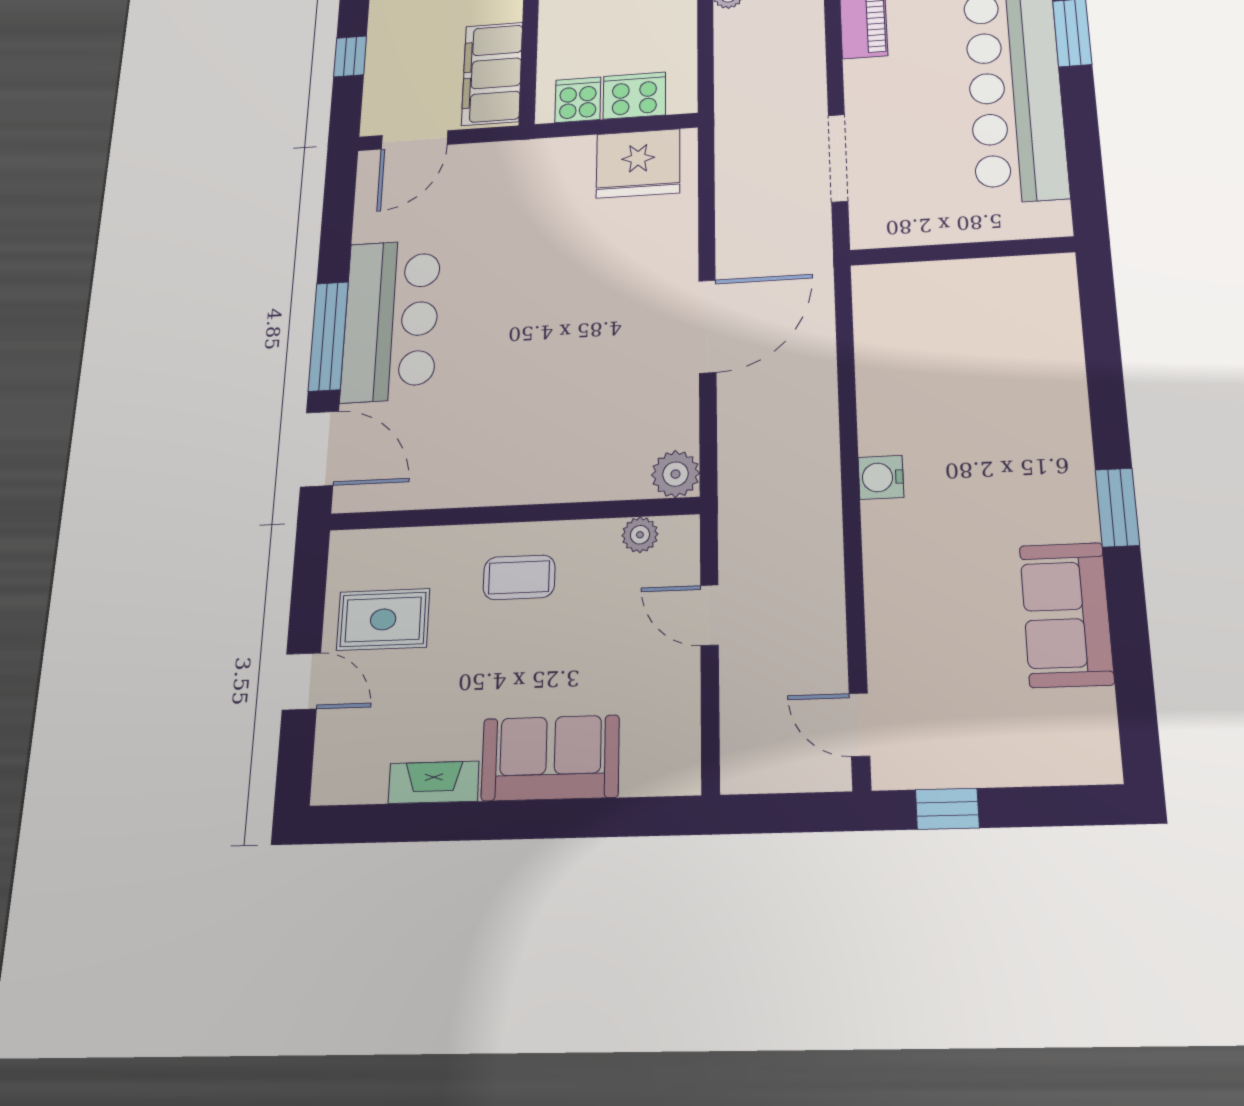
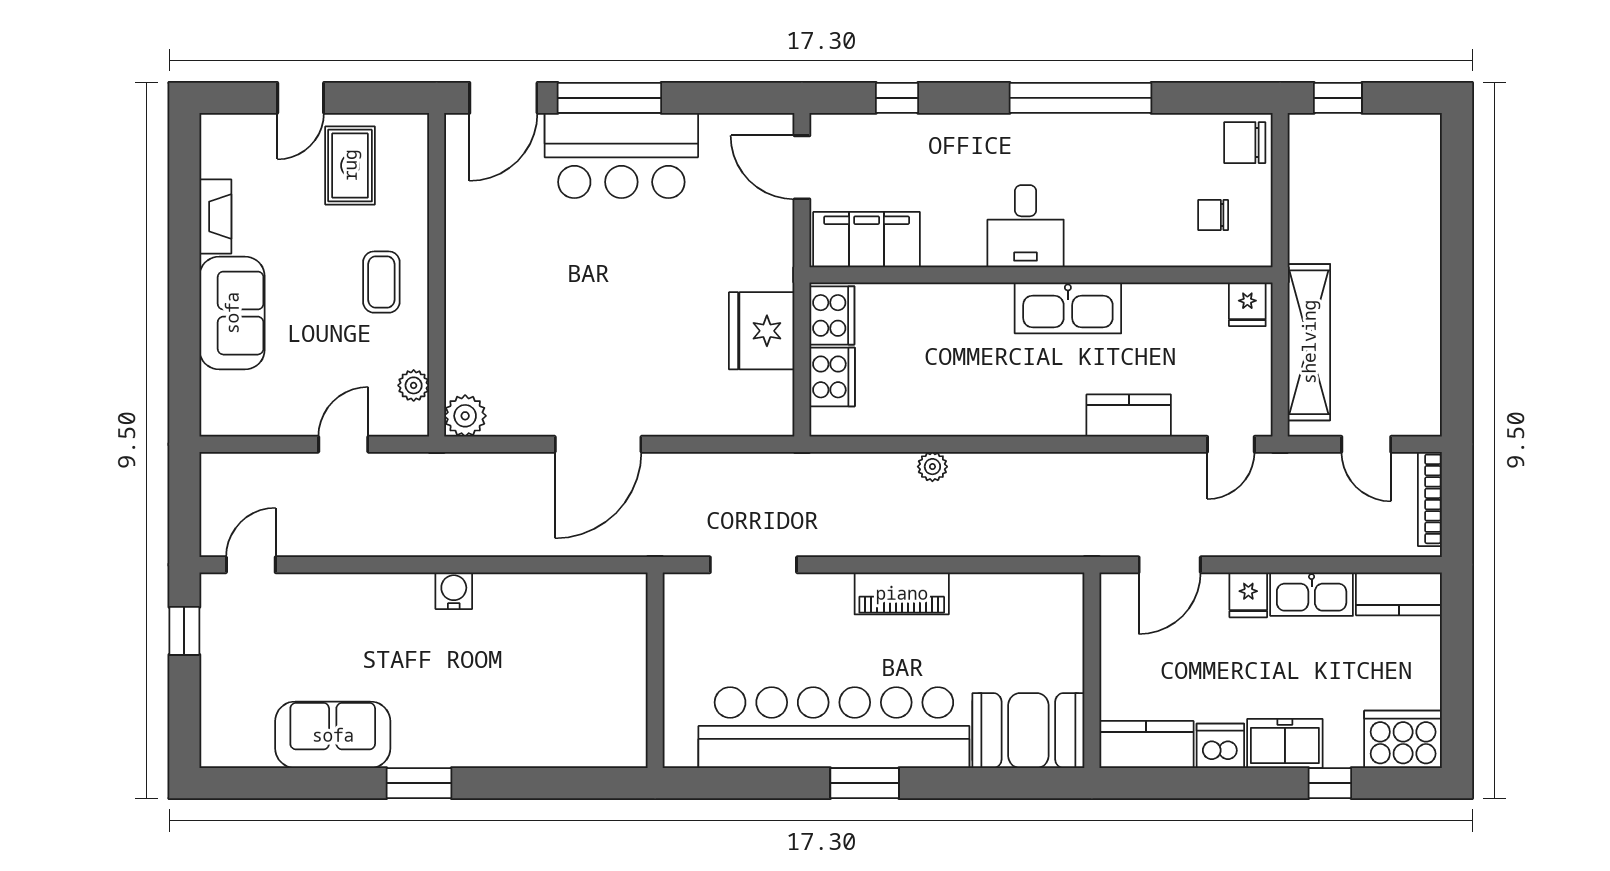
cooker: (578, 100) -> (832, 315), width x1.36
fridge: (638, 163) -> (762, 331), moved
door: (707, 326) -> (598, 444), hinge flipped

